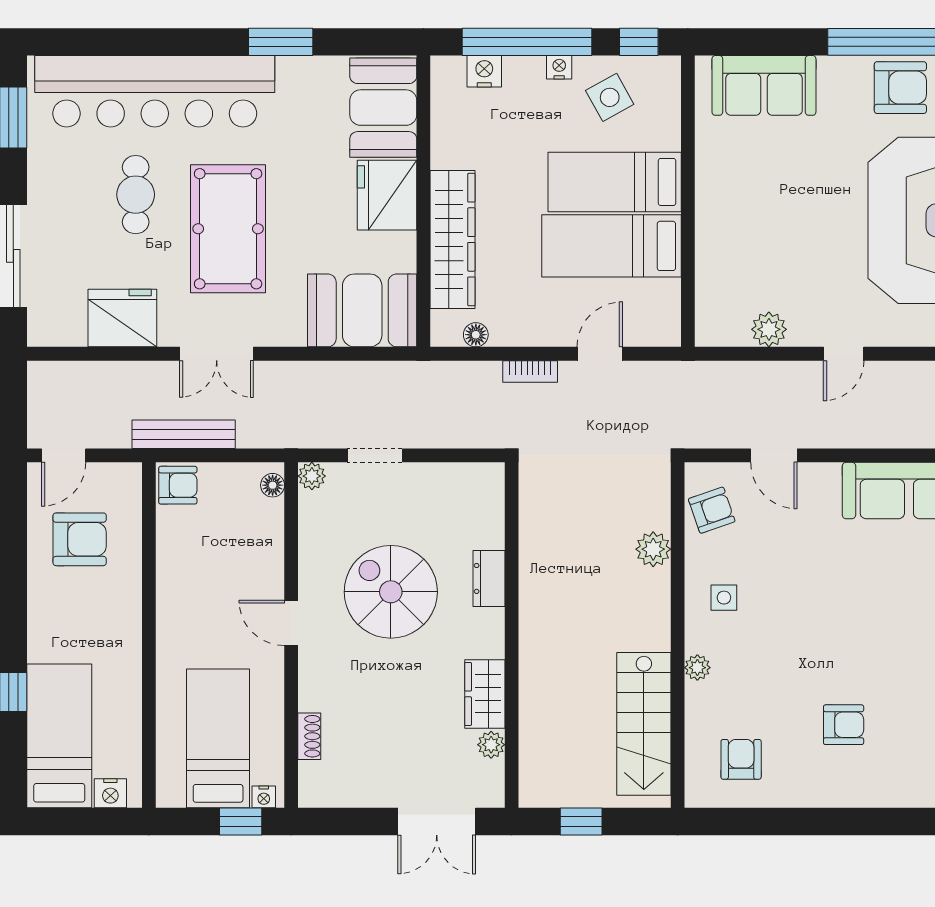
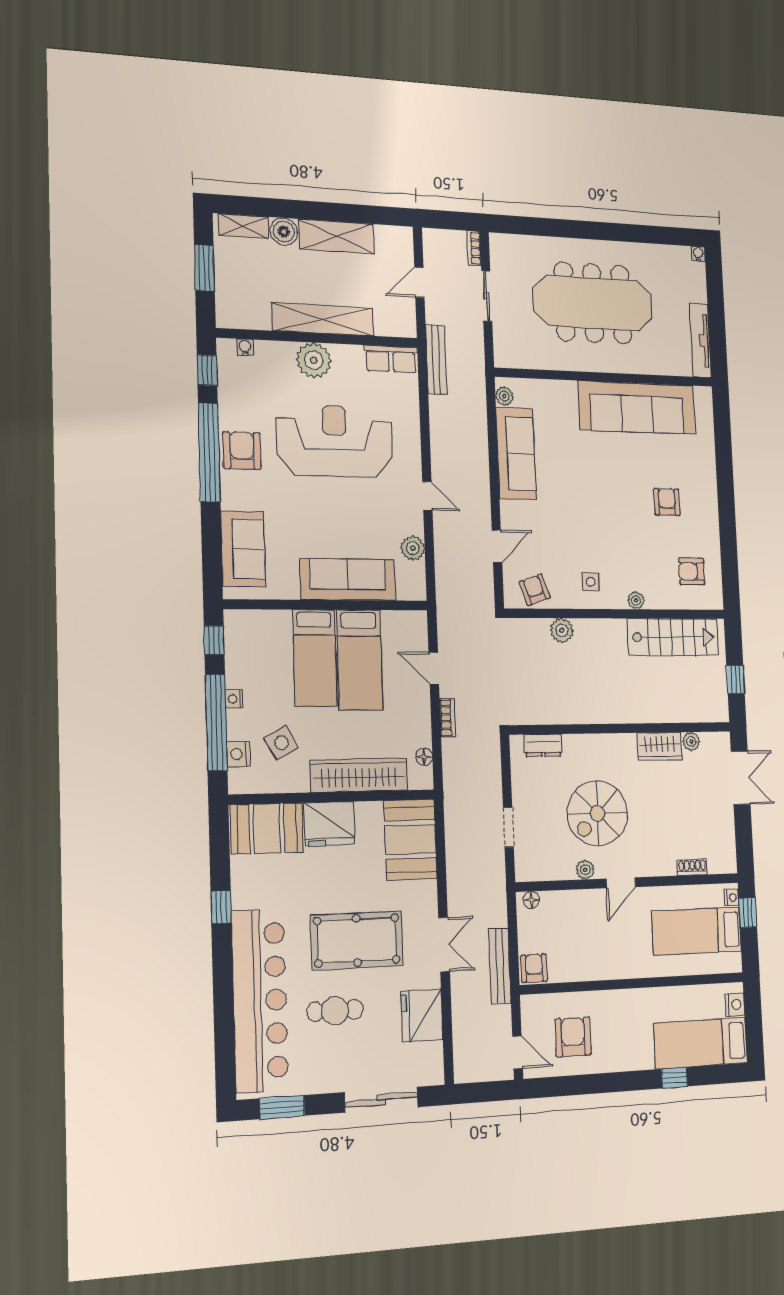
window: (281, 42) -> (221, 907), width x0.67
side table: (610, 97) -> (281, 743), moved
sofa: (723, 233) -> (348, 580), added
plant: (312, 476) -> (585, 870), moved
dresser: (489, 578) -> (543, 745), moved

